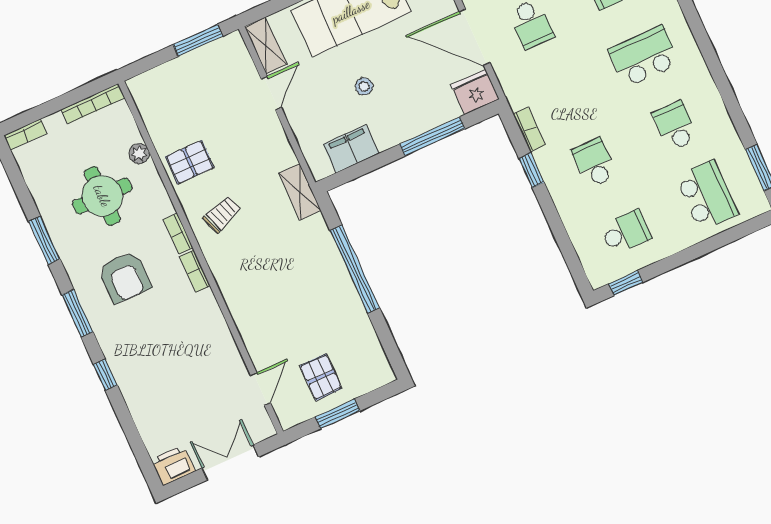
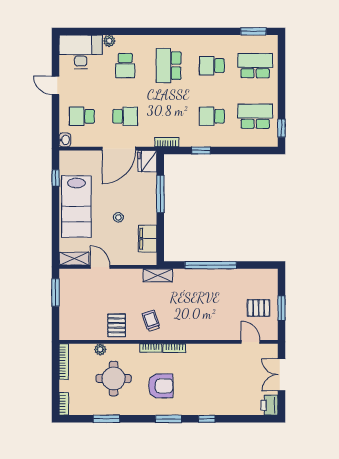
bookcase: (529, 130) -> (167, 142), moved
school desk: (626, 232) -> (255, 116), width x1.85
window: (44, 240) -> (106, 419), moved

